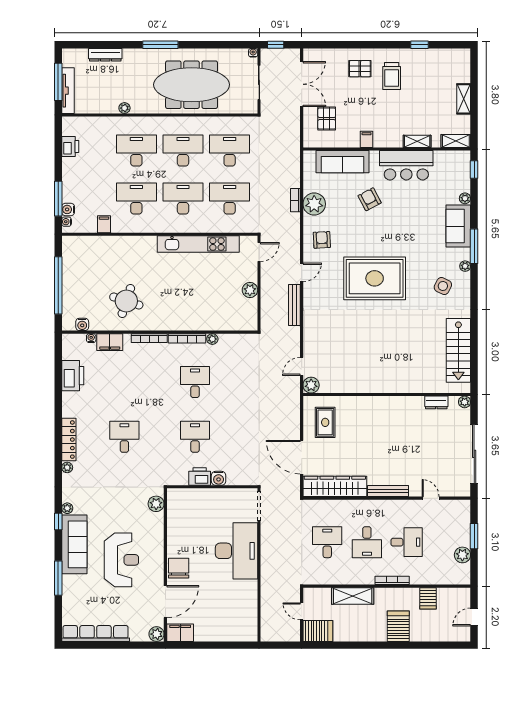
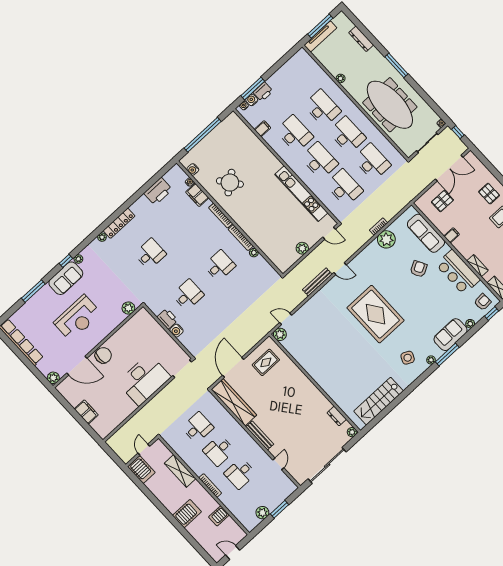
printer: (70, 147) -> (263, 92), moved
armchair: (322, 240) -> (483, 302), moved
round table: (126, 301) -> (230, 183), turned 34
desk: (407, 542) -> (240, 473), turned 90
sofa: (74, 544) -> (66, 278), width x0.73
filing cabinet: (180, 633) -> (86, 412), moved

